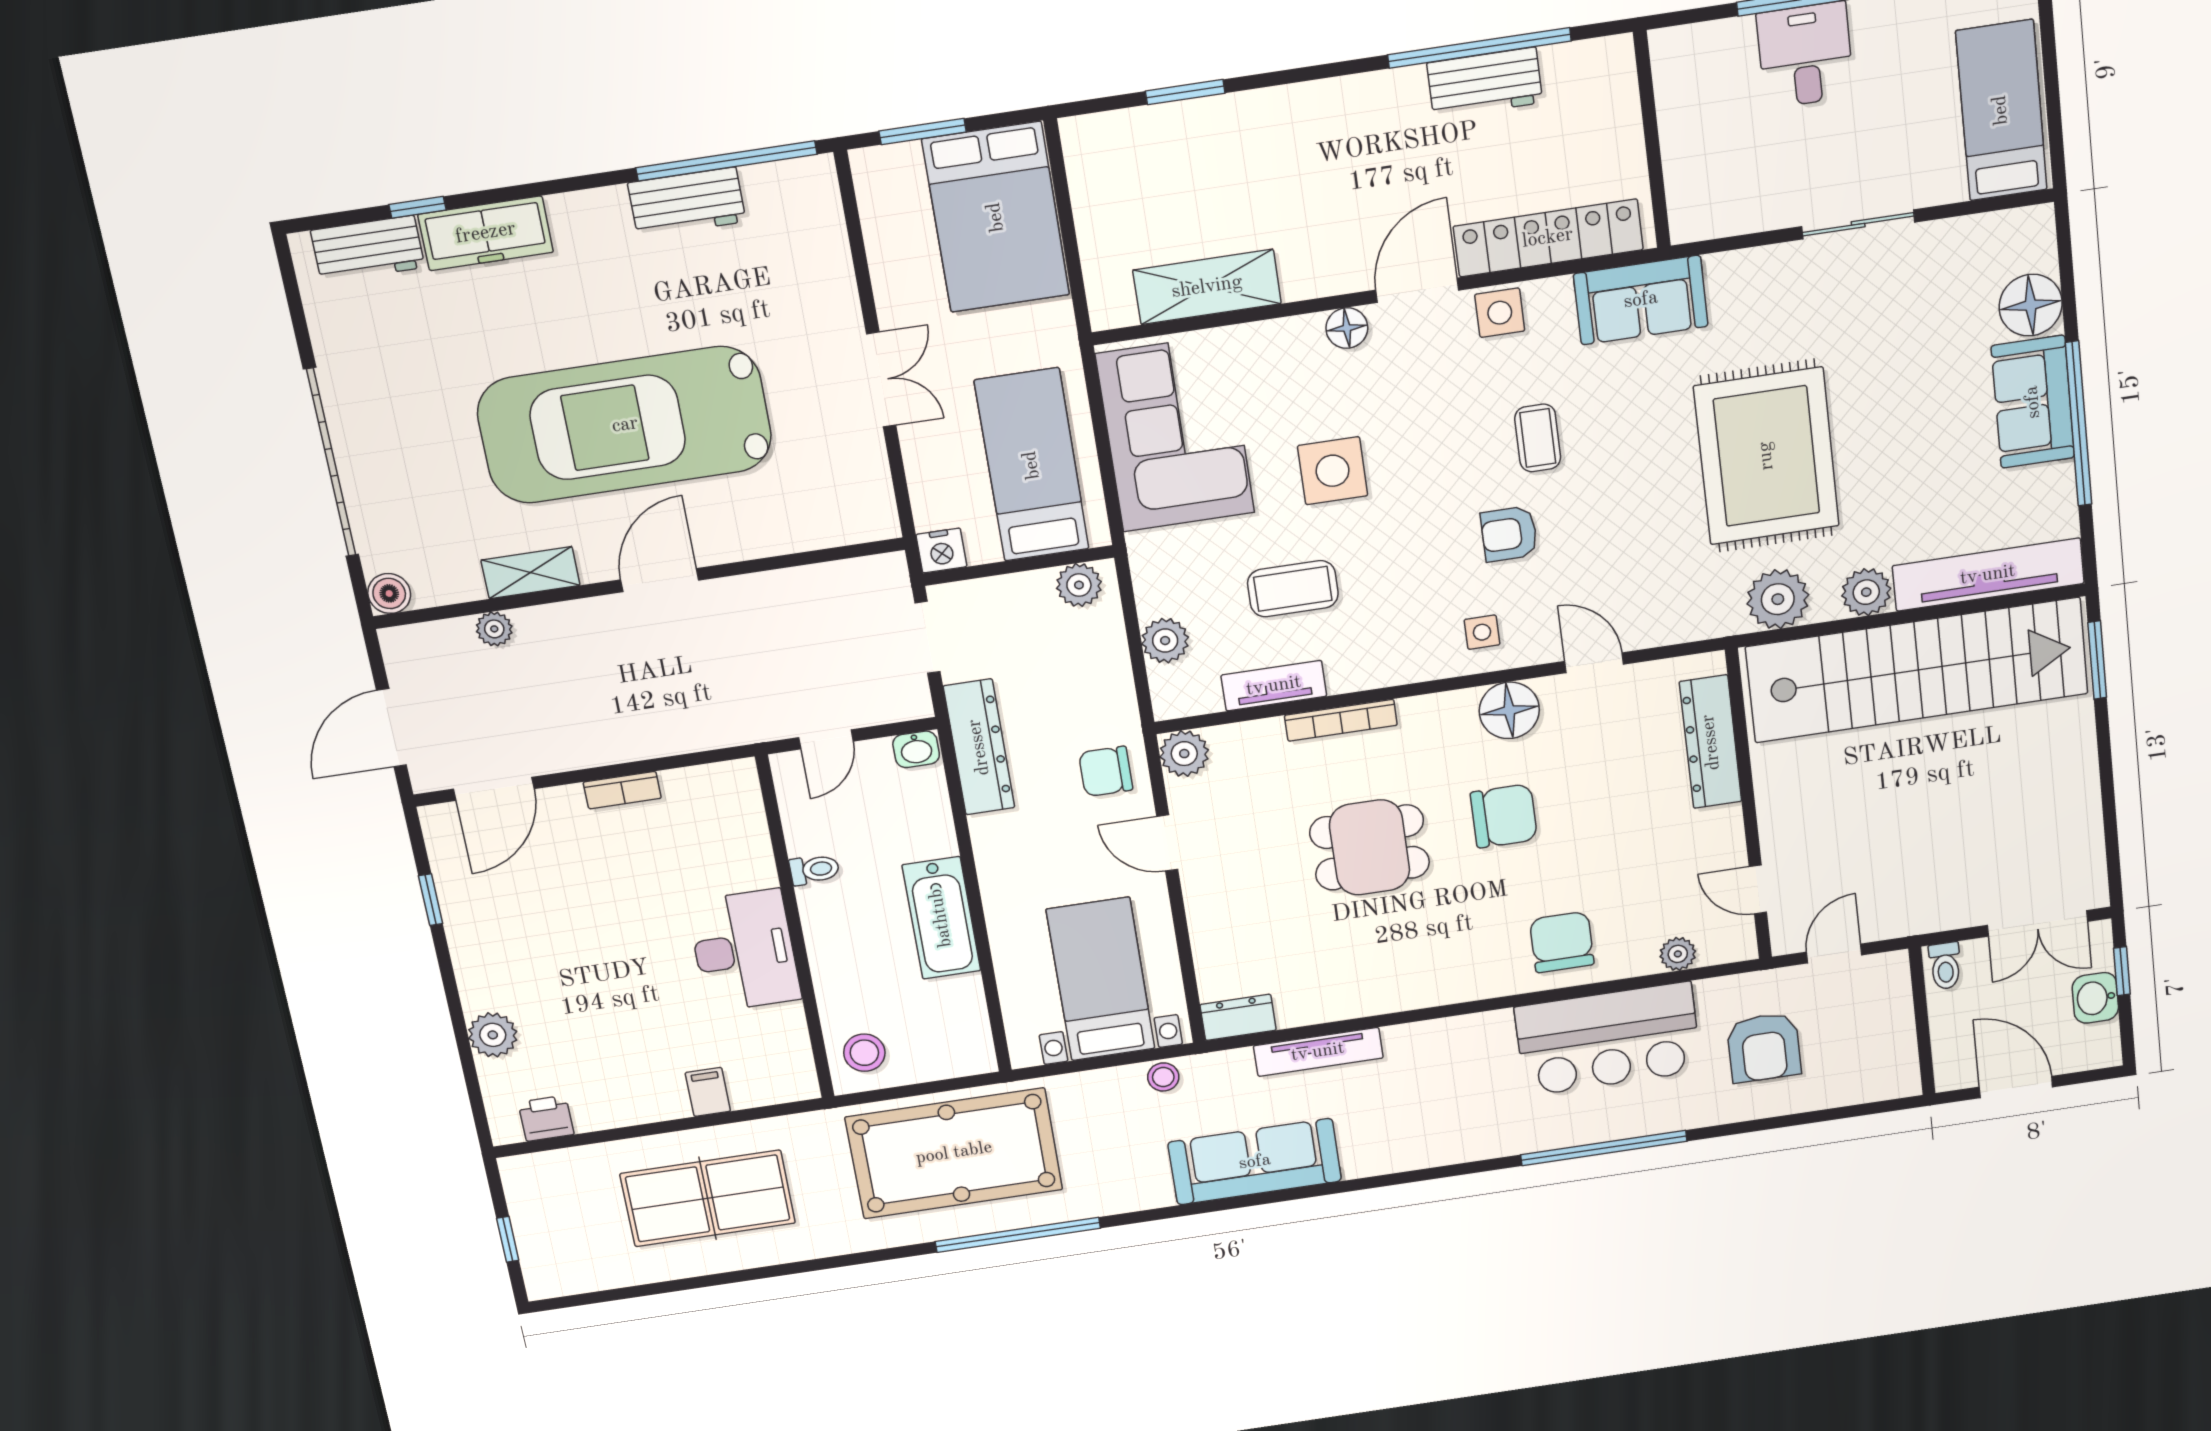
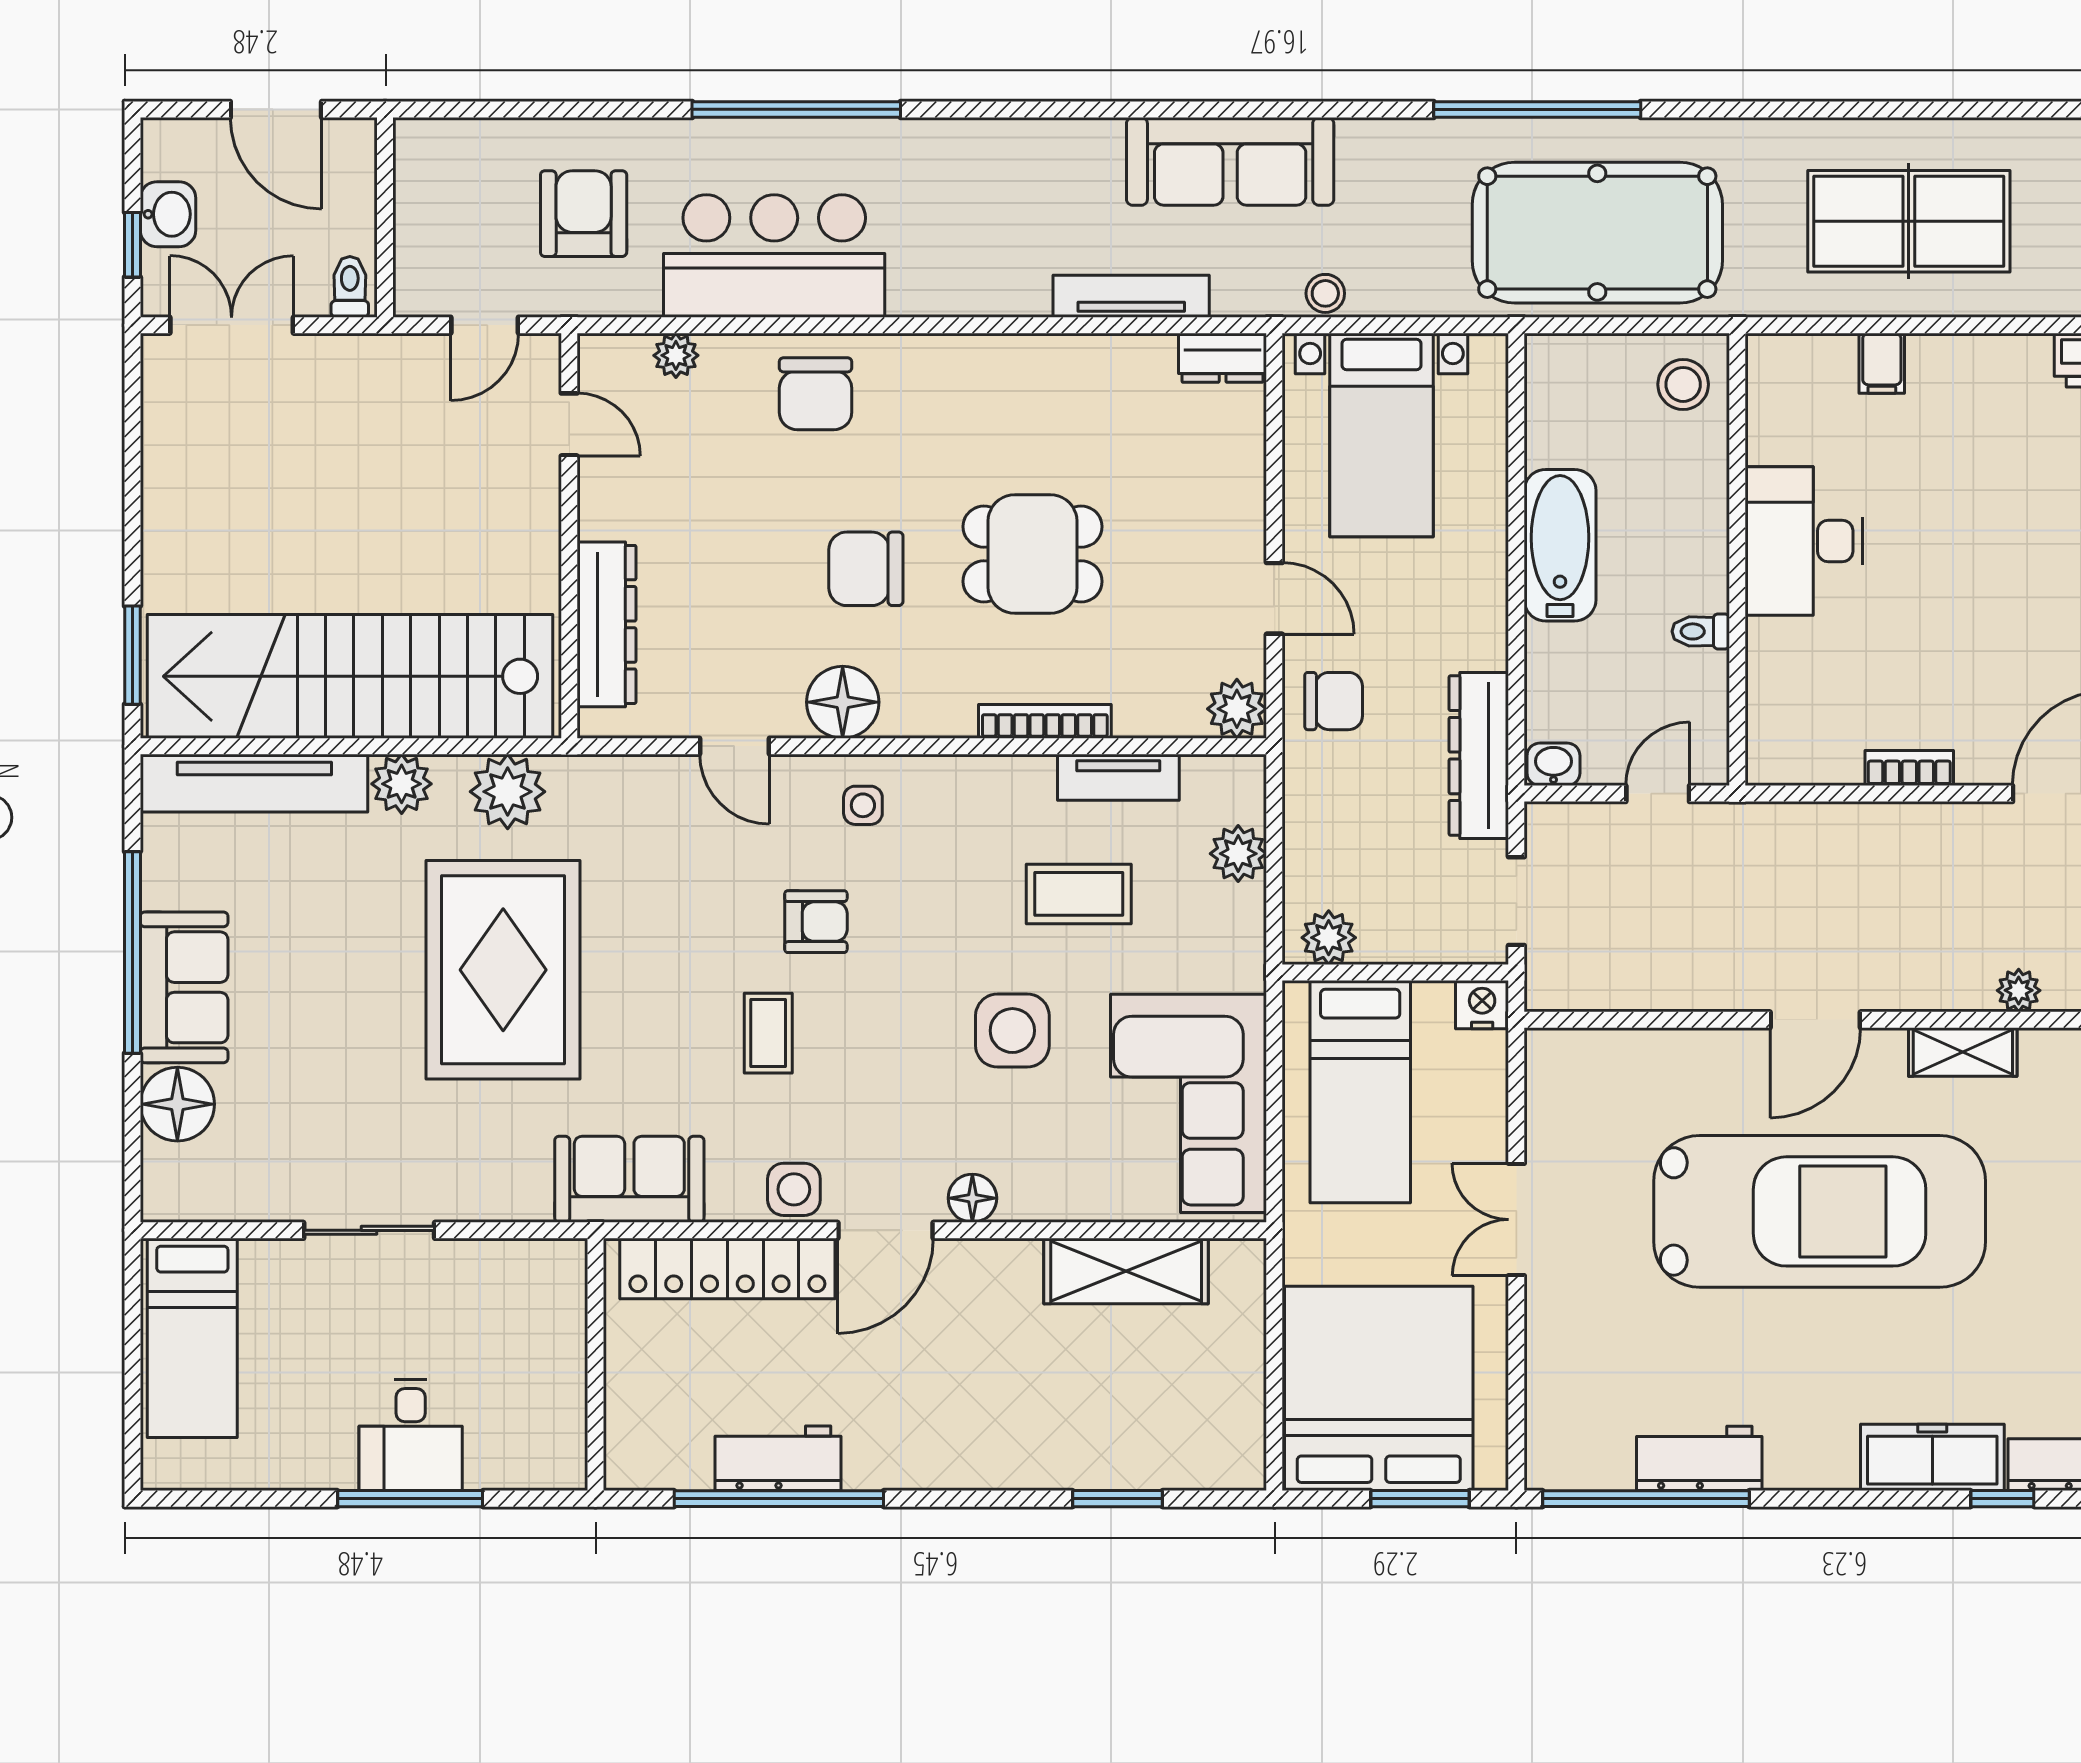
bed: (996, 217) -> (1379, 1388), width x1.36

